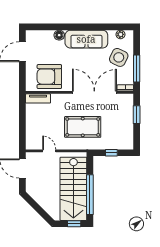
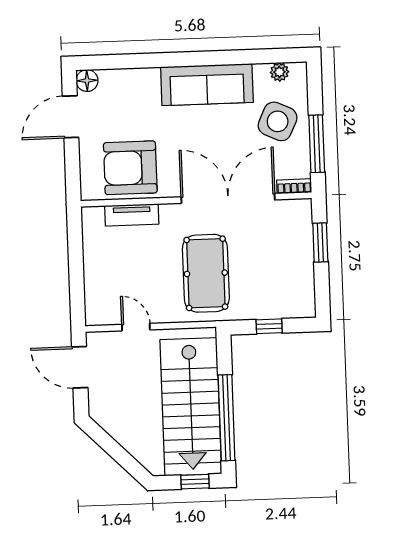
floor lamp: (59, 35) -> (87, 81), moved
tv unit: (38, 98) -> (132, 215), moved
pool table: (83, 127) -> (206, 273), turned 90

